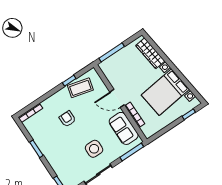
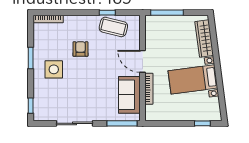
bed with nightstands: (165, 92) -> (193, 79), width x0.73
side table: (94, 149) -> (54, 69), moved

